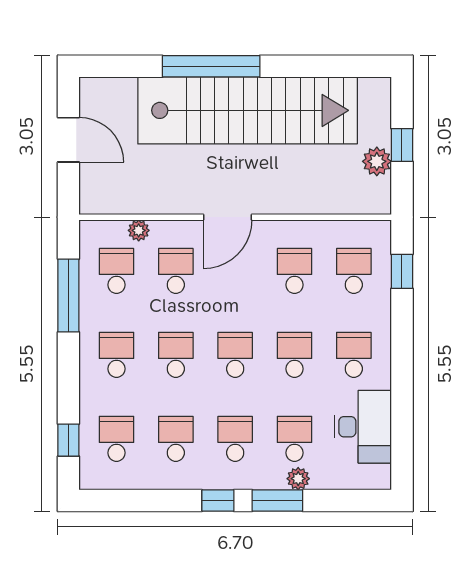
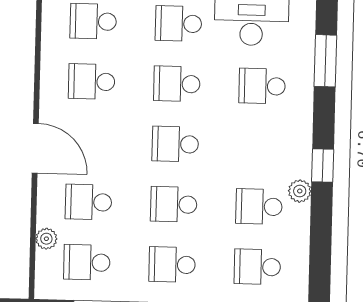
school desk: (235, 439) -> (261, 146), removed
plant: (298, 479) -> (300, 191), moved
window: (277, 500) -> (325, 61), moved

